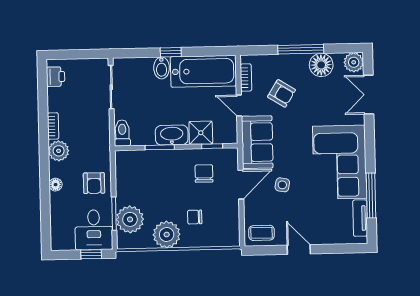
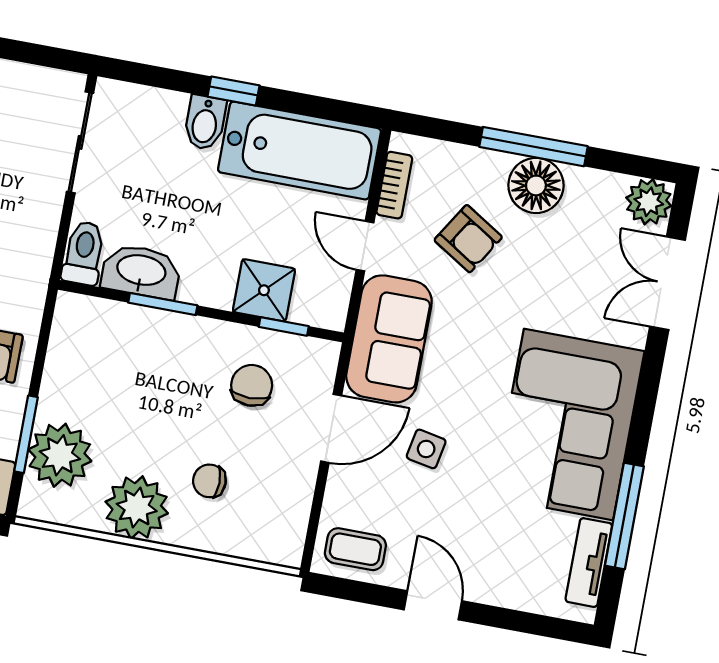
floor lamp: (321, 65) -> (536, 185), moved
washbasin: (172, 135) -> (141, 271), moved

